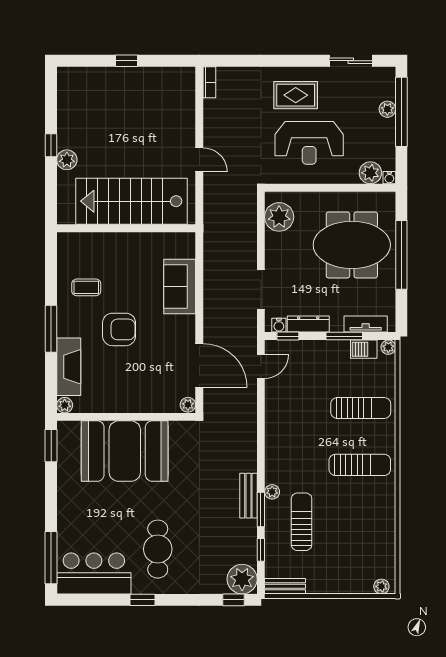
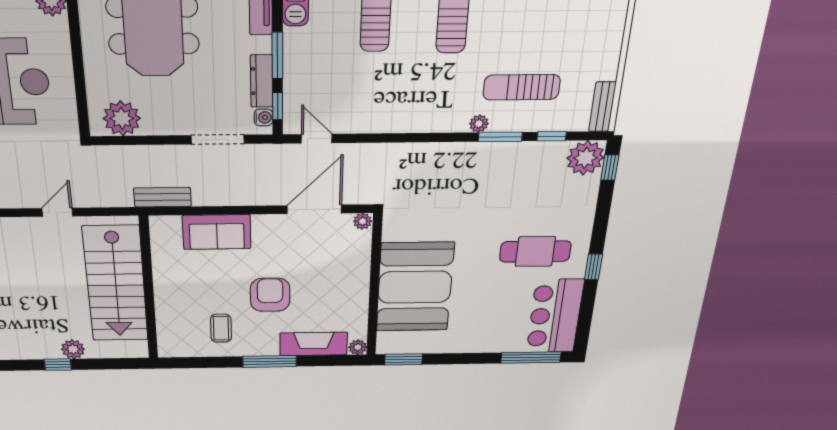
window: (344, 336) -> (277, 56), moved
bench: (248, 496) -> (163, 197), moved

